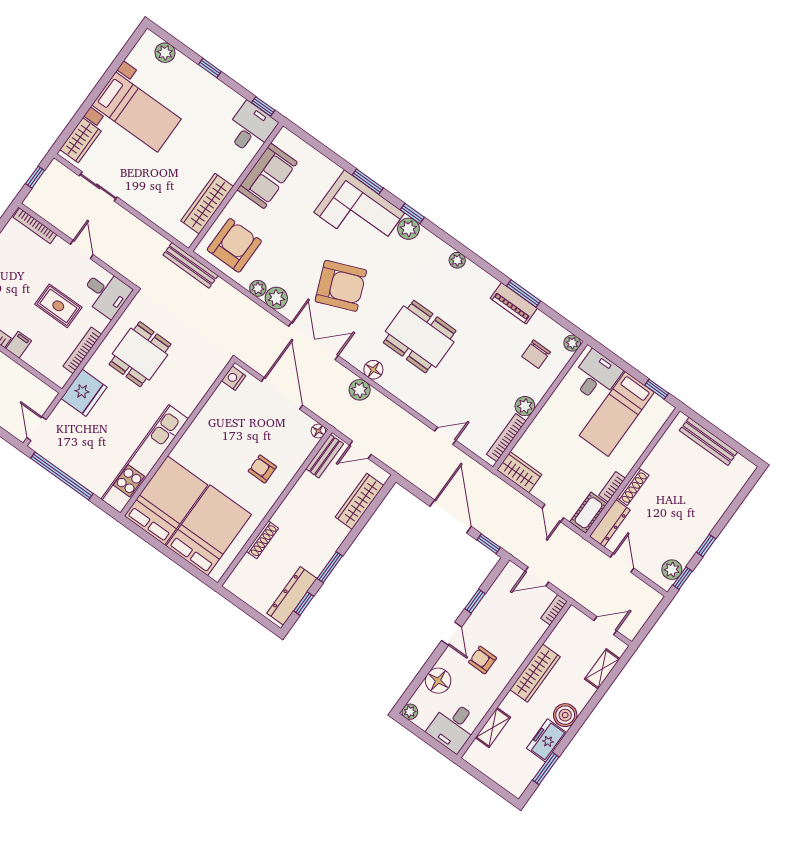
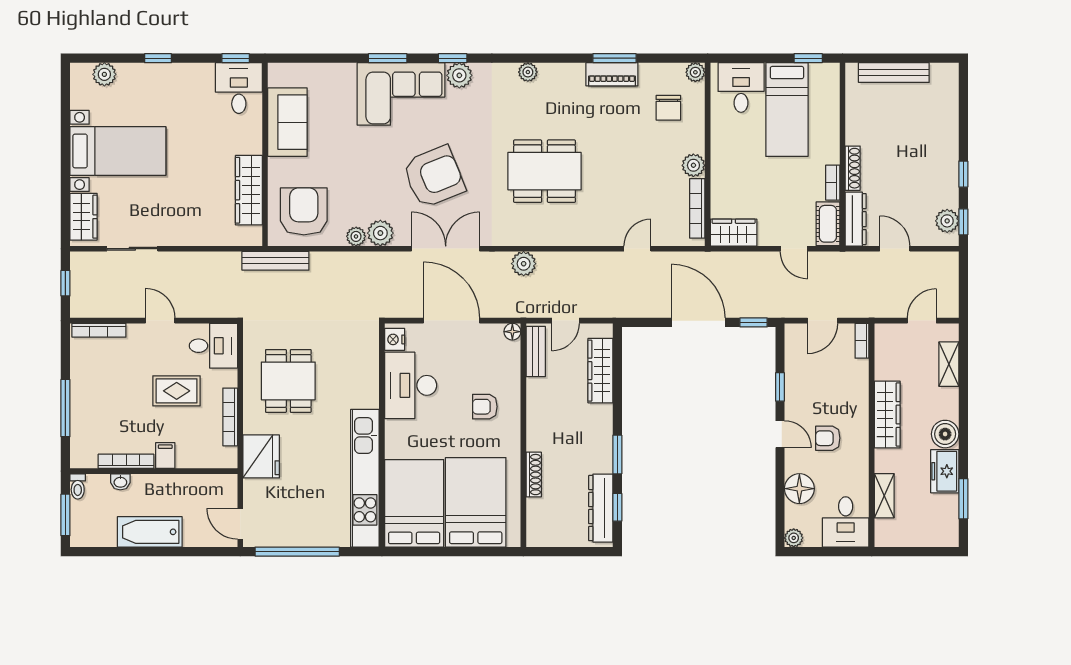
floor lamp: (373, 370) -> (523, 235), removed
desk: (222, 418) -> (411, 385), added

